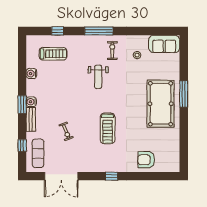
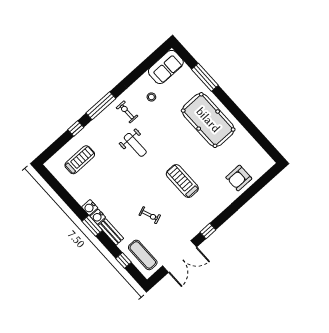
window: (58, 31) -> (76, 129), moved
water cooler: (31, 74) -> (90, 207), moved
window: (184, 94) -> (205, 77), moved
treadmill: (108, 128) -> (182, 181), turned 180
window: (111, 176) -> (208, 231), moved

